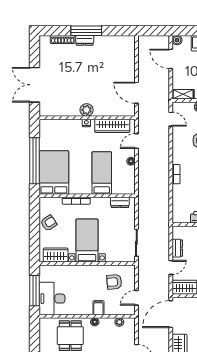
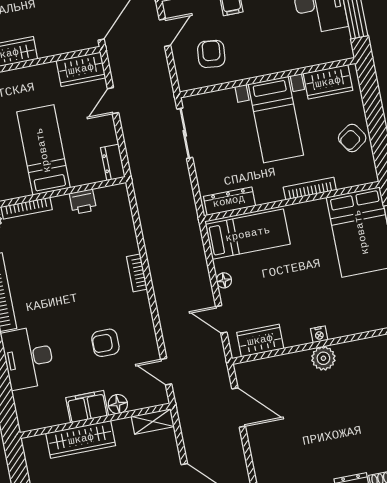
wardrobe: (112, 126) -> (260, 340), width x0.67
door: (136, 141) -> (221, 319), swing flipped
bed: (102, 173) -> (248, 234), moved, turned -90
dresser: (120, 202) -> (229, 201), width x1.44
dresser: (177, 248) -> (113, 162), moved
armchair: (114, 282) -> (211, 54), turned -79

